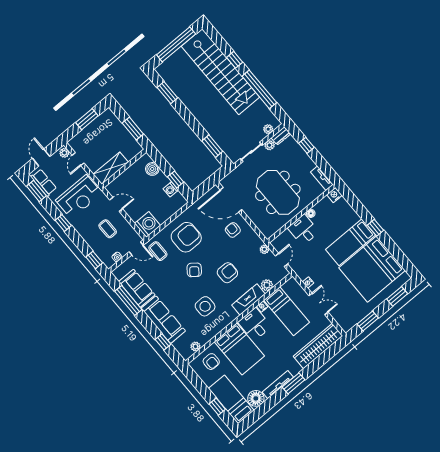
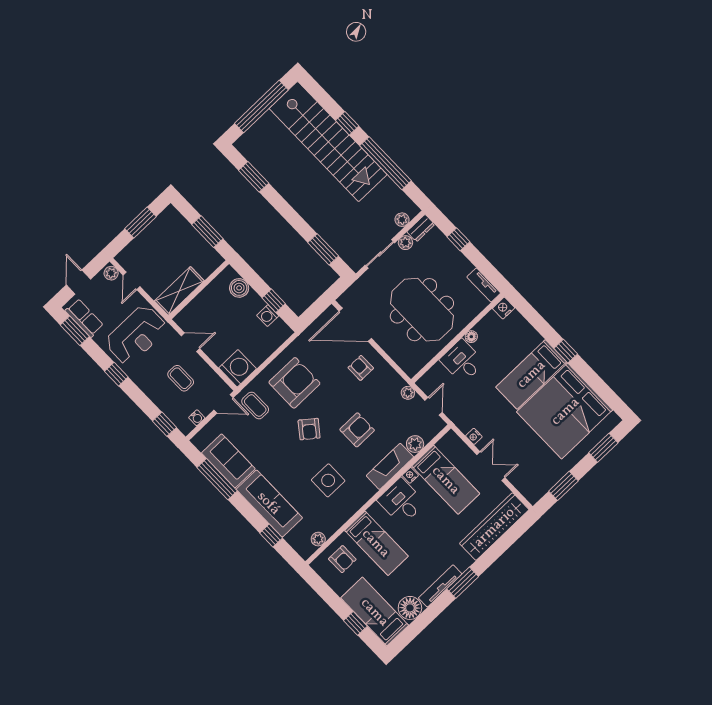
bed: (239, 349) -> (376, 543), width x0.67

